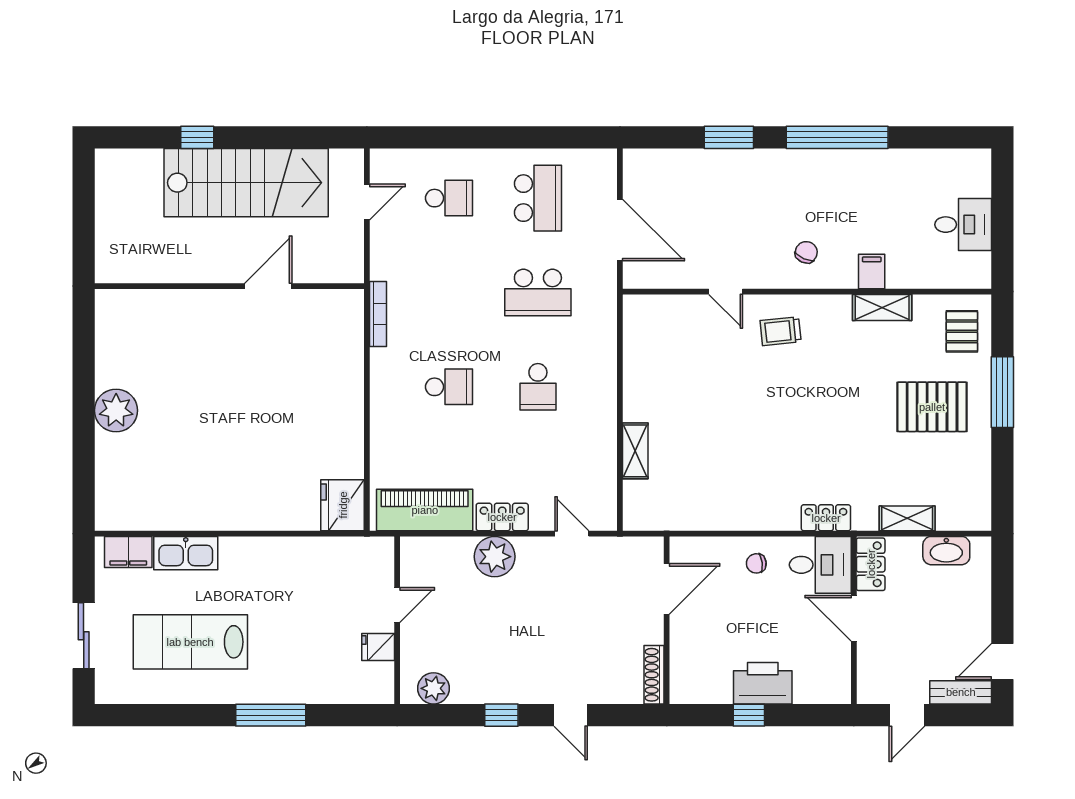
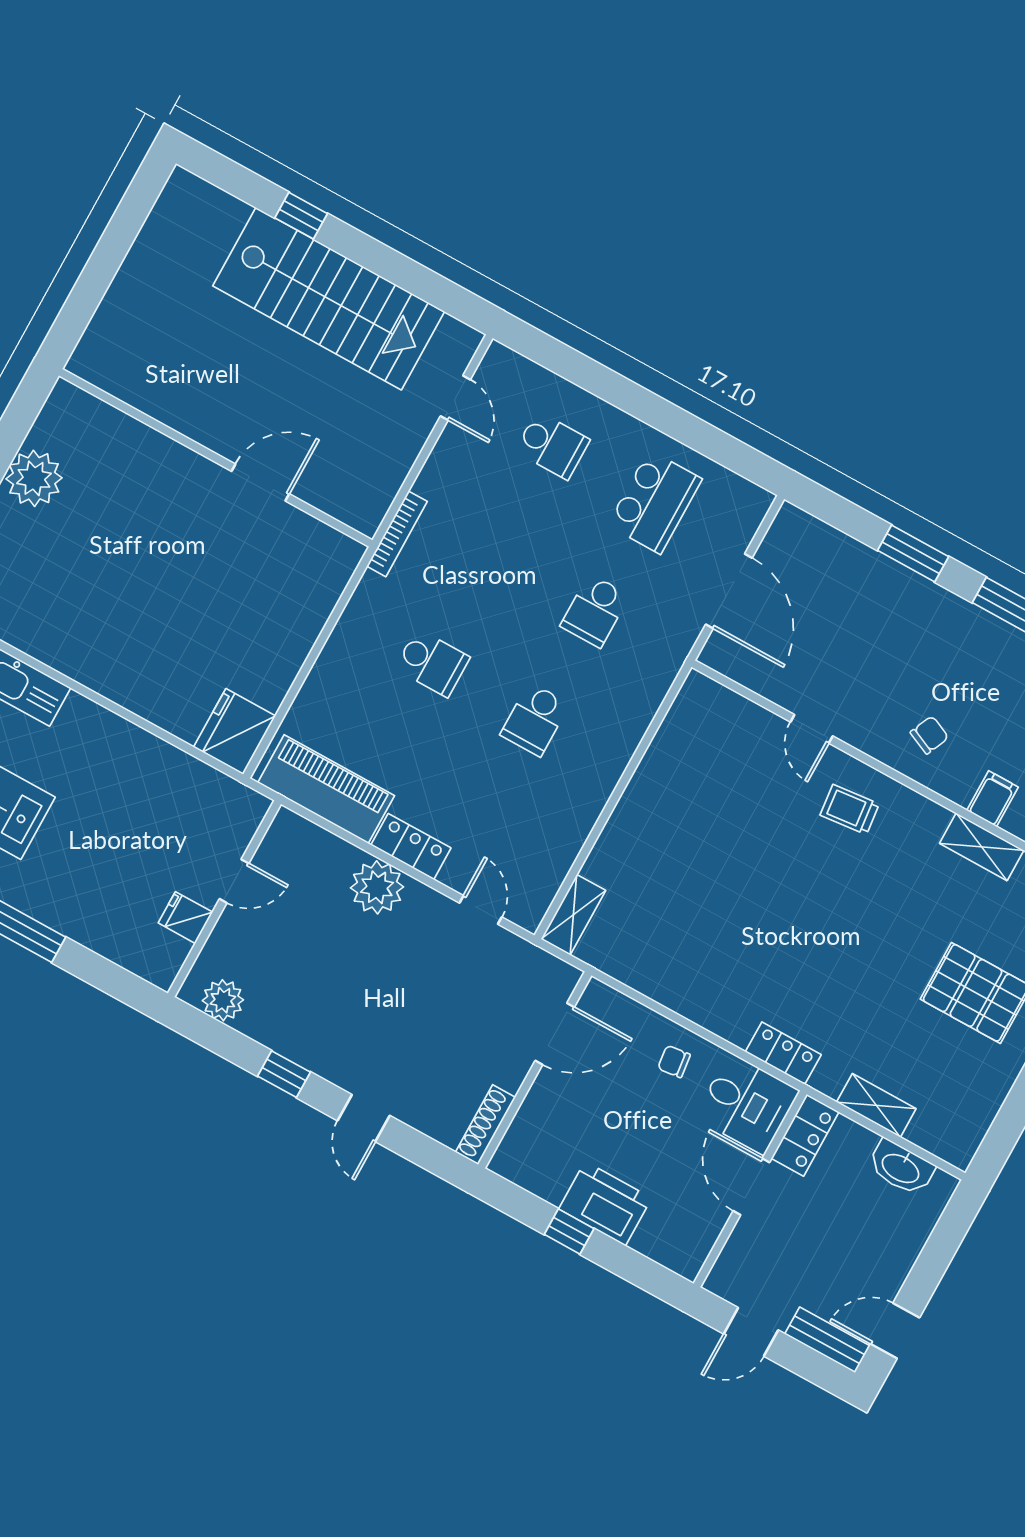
door: (367, 202) -> (455, 398), hinge flipped
wall: (229, 286) -> (216, 458), moved
door: (268, 286) -> (260, 482), moved
school desk: (538, 292) -> (595, 611), width x0.54
shelving: (635, 451) -> (573, 915), moved

